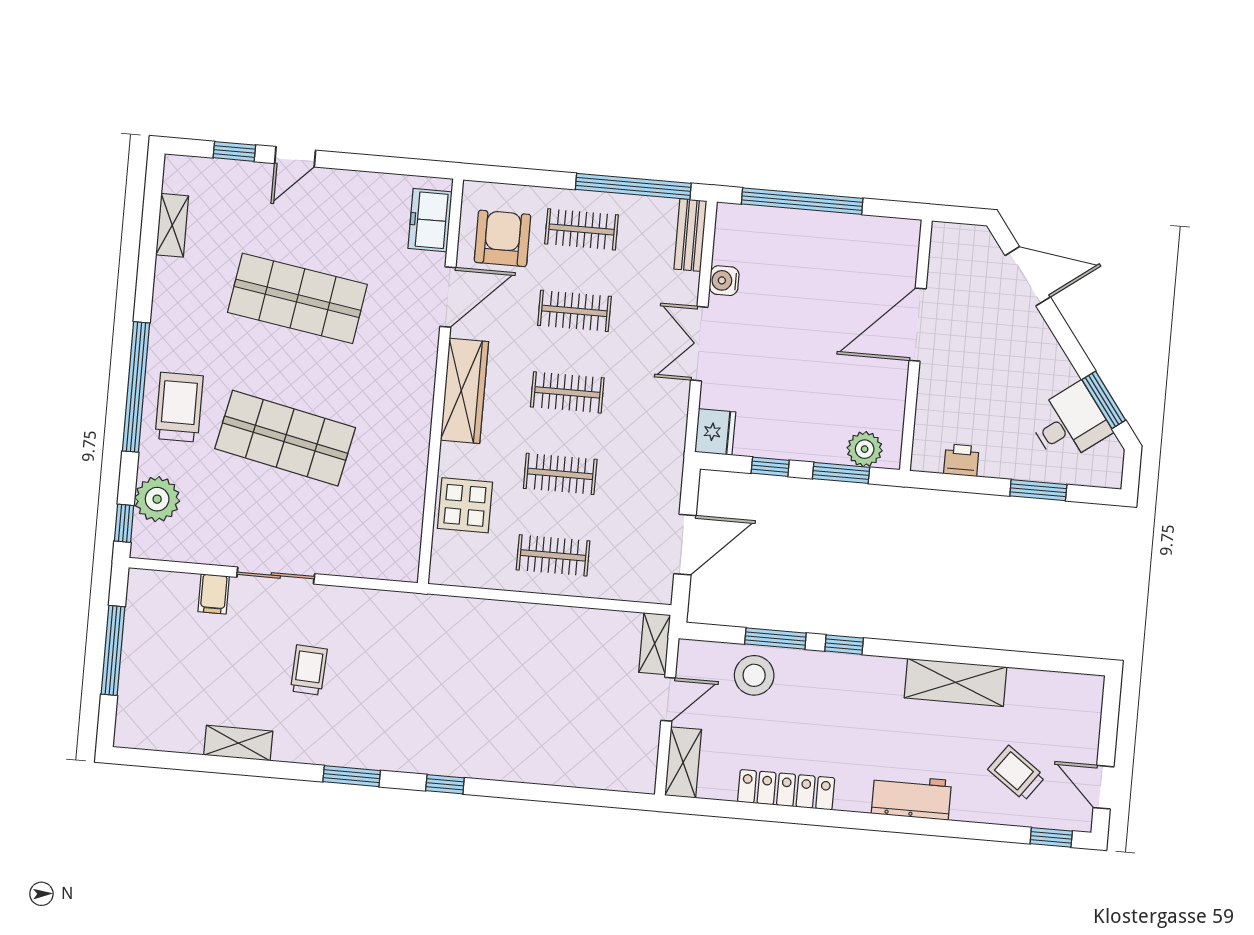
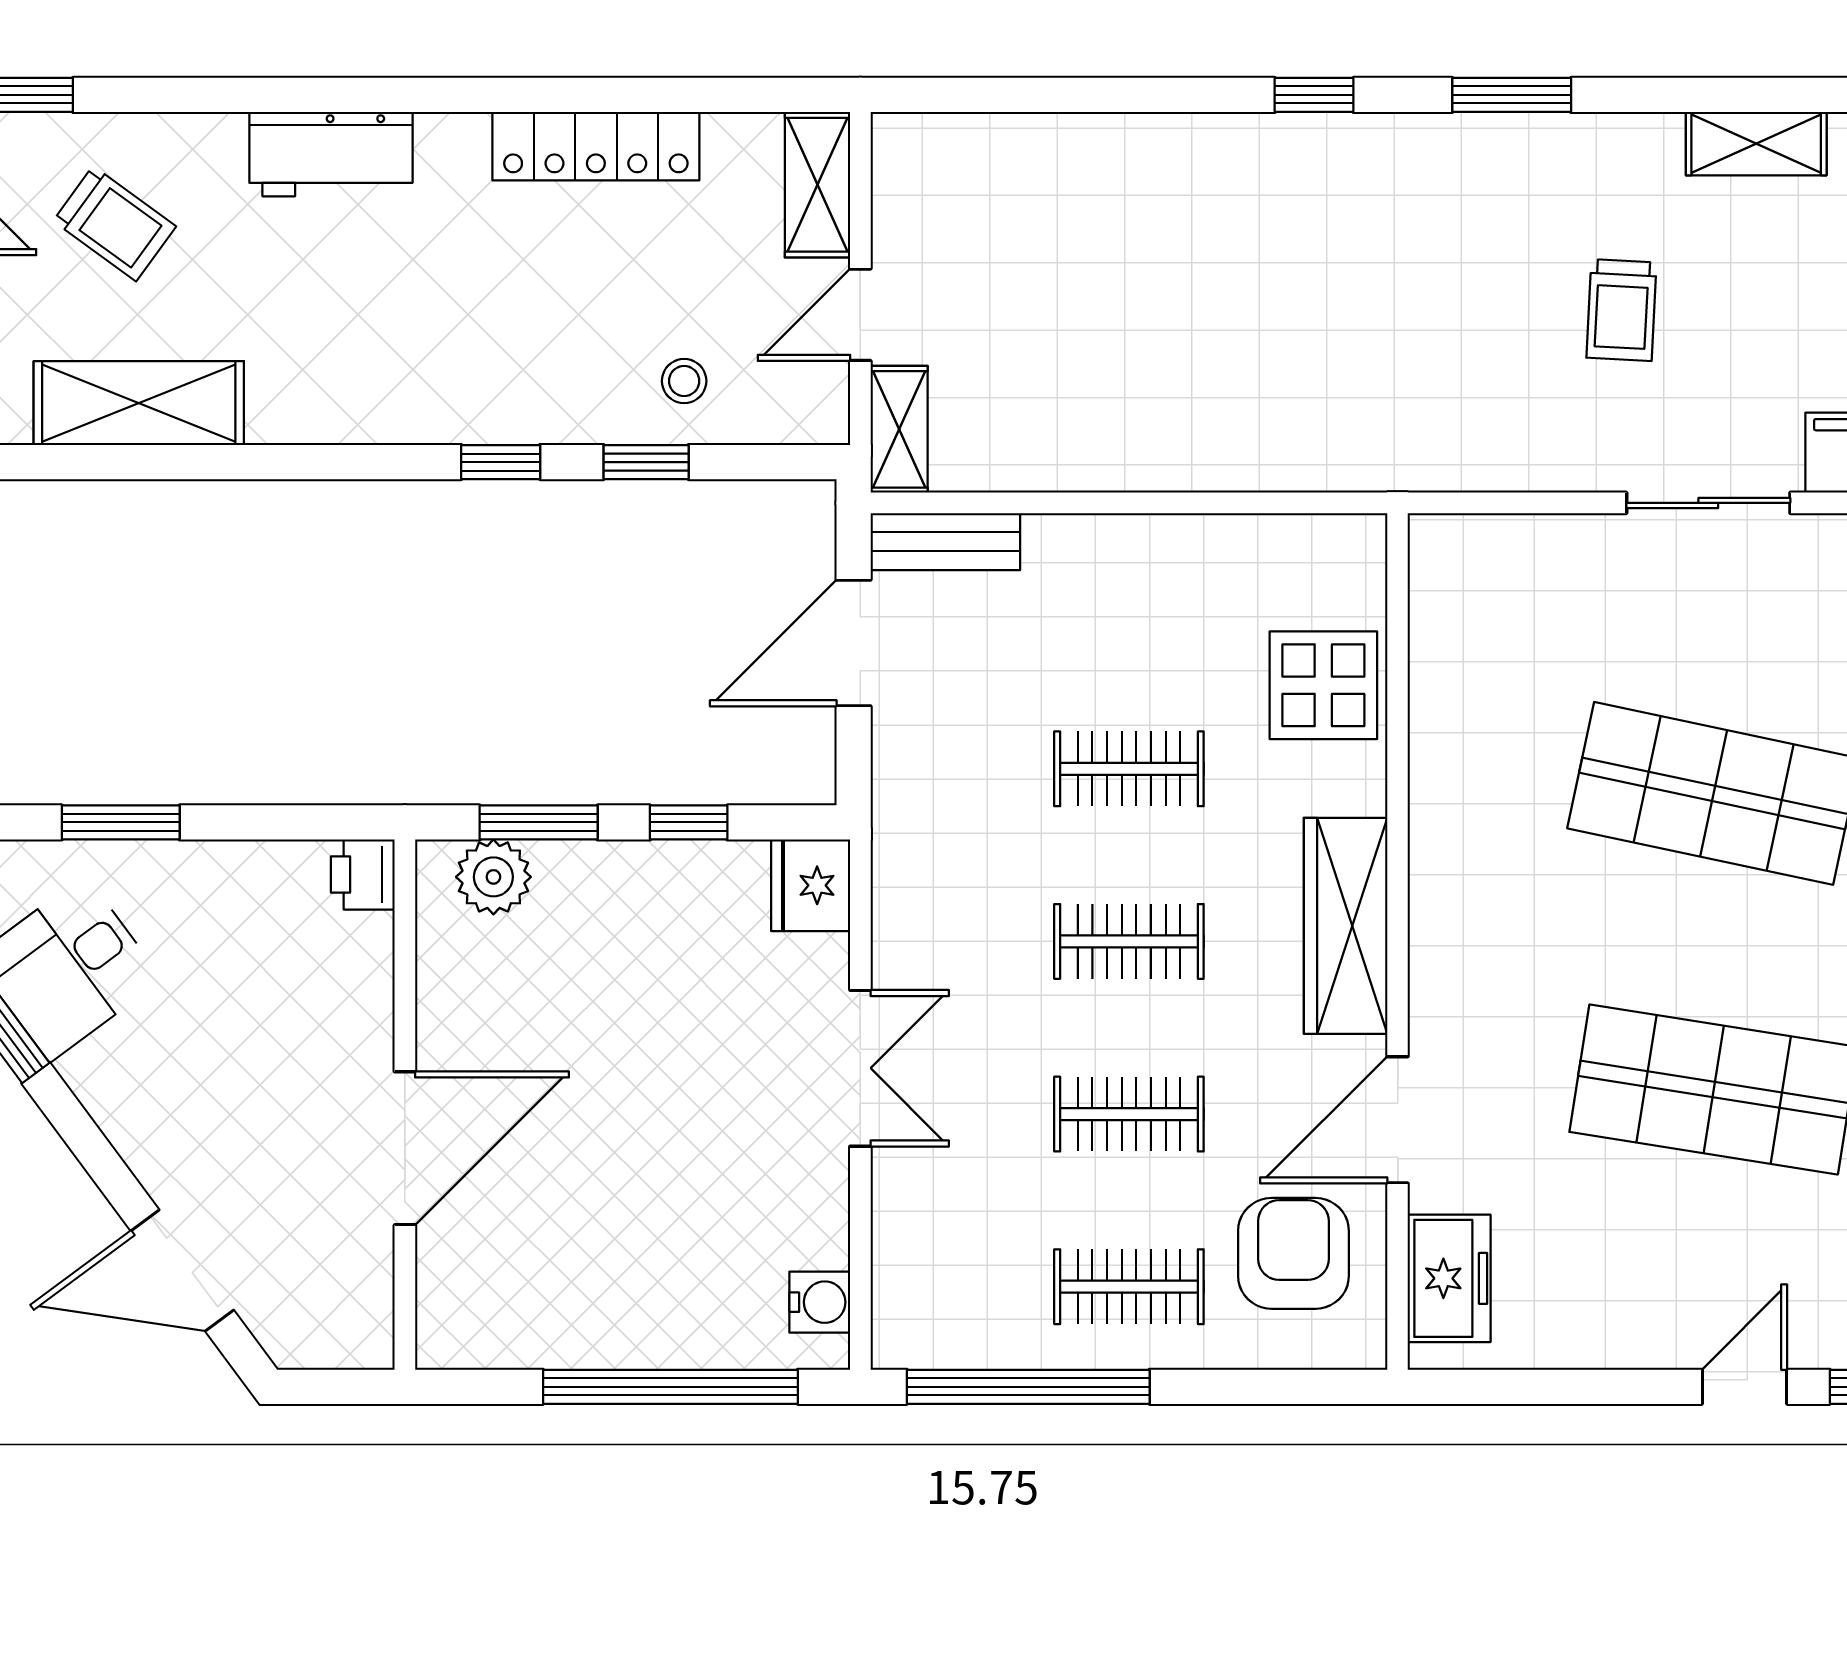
bench: (690, 235) -> (945, 542), moved, turned 90
armchair: (503, 238) -> (1293, 1253), turned 180
water cooler: (724, 281) -> (820, 1302), moved
printer: (961, 460) -> (363, 874), moved, turned 90
clothes rail: (553, 555) -> (1129, 596), removed
window: (775, 639) -> (646, 462), width x0.67
stool: (754, 675) -> (684, 381), width x0.53, depth x0.53
shelving: (955, 682) -> (139, 403), moved

